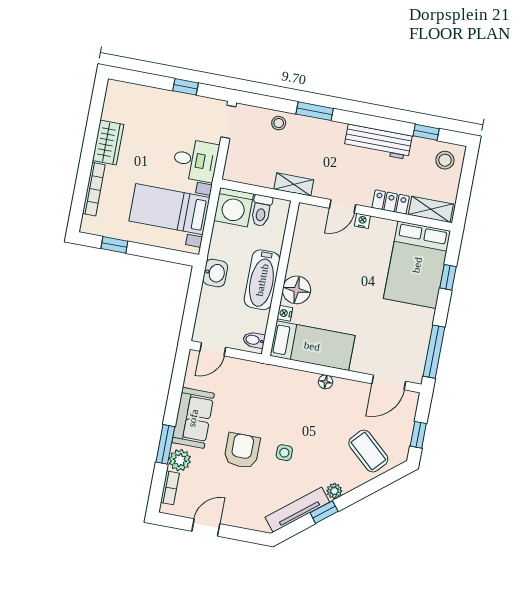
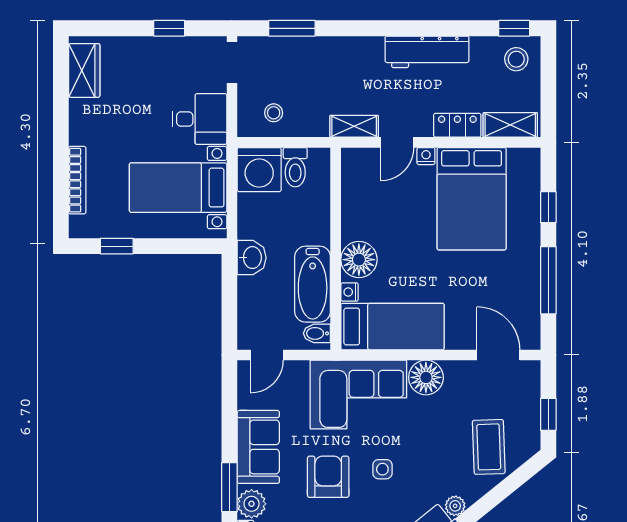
window: (315, 111) -> (292, 28), moved
stool: (279, 123) -> (274, 113), moved
window: (426, 132) -> (514, 28), moved
wardrobe: (108, 142) -> (84, 70), moved
shelving: (294, 184) -> (354, 126), moved
bed: (417, 265) -> (472, 199), moved
bathtub: (262, 280) -> (313, 284), moved
window: (434, 352) -> (548, 280), moved
floor lamp: (326, 382) -> (426, 377), width x1.89, depth x1.89
door: (389, 382) -> (498, 355), swing flipped
corner sofa: (277, 392) -> (358, 395), added
coffee table: (368, 451) -> (489, 447), turned 46

